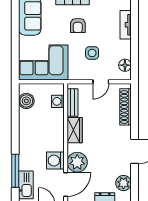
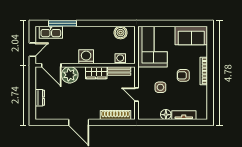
floor lamp: (125, 65) -> (166, 115), moved
washing machine: (55, 161) -> (86, 57), moved
plant: (123, 183) -> (52, 113), removed

